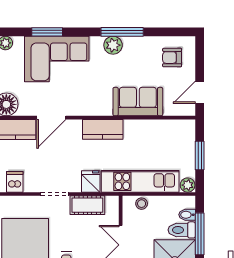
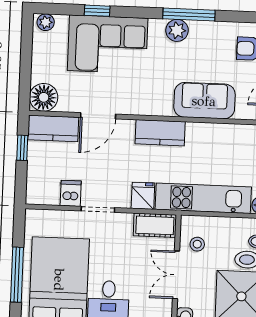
window: (47, 32) -> (97, 11), width x0.67
dishwasher: (15, 182) -> (71, 193), moved
stool: (142, 204) -> (197, 244), moved
cot: (87, 205) -> (155, 225), moved

